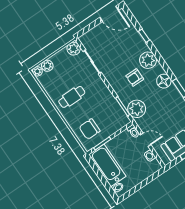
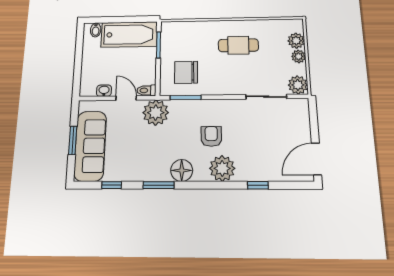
plant: (37, 71) -> (299, 56), moved
cafe table: (72, 97) -> (238, 45), turned 90
plant: (137, 109) -> (156, 113), moved
chair: (90, 129) -> (186, 72), moved, turned -90
door: (146, 140) -> (126, 98), swing flipped

